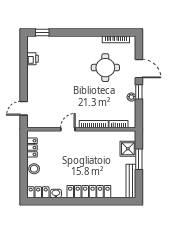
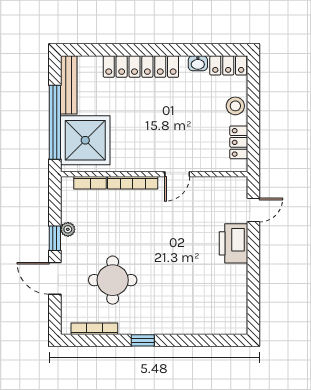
window: (42, 33) -> (143, 340), moved
printer: (32, 59) -> (233, 243), moved, width x1.87, depth x1.48
shower: (128, 149) -> (85, 140), width x1.86, depth x1.86
window: (139, 159) -> (55, 122), width x2.11

